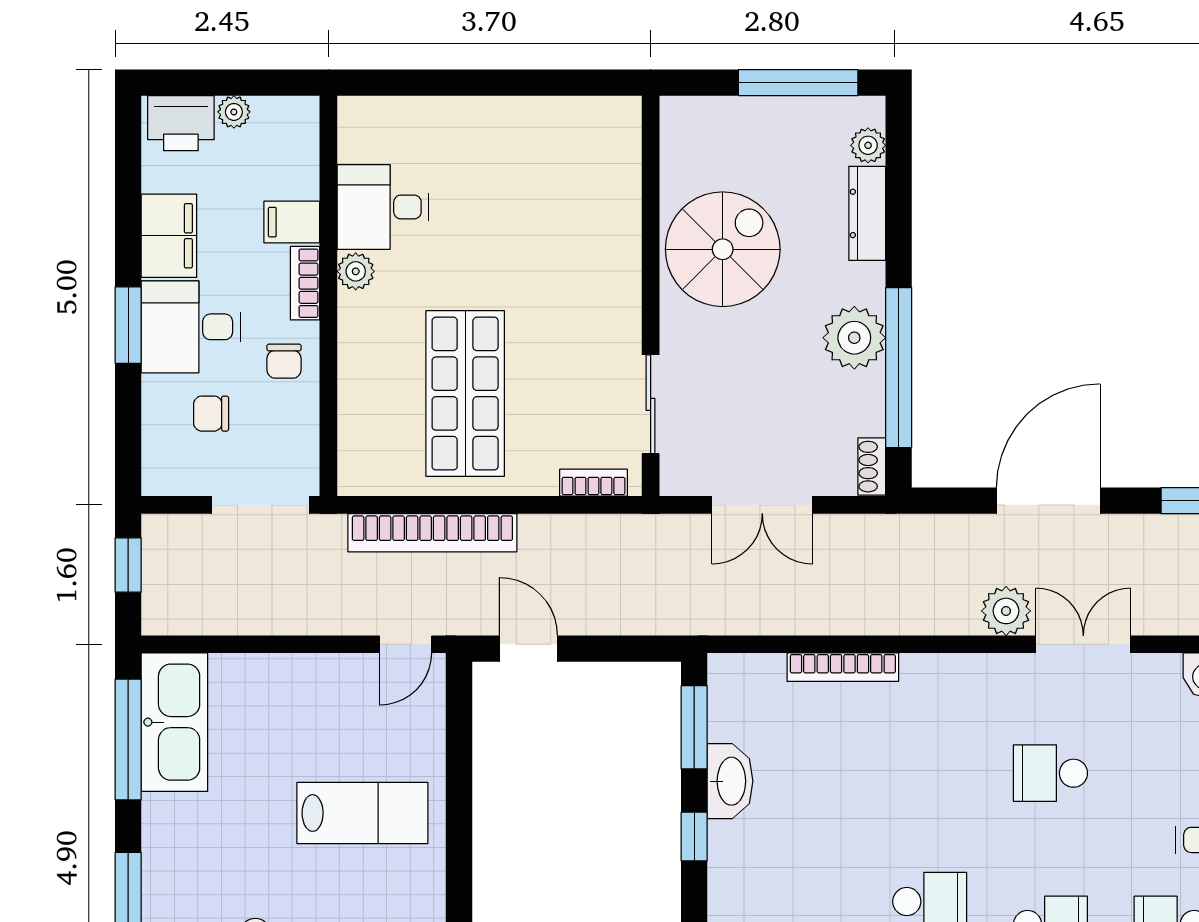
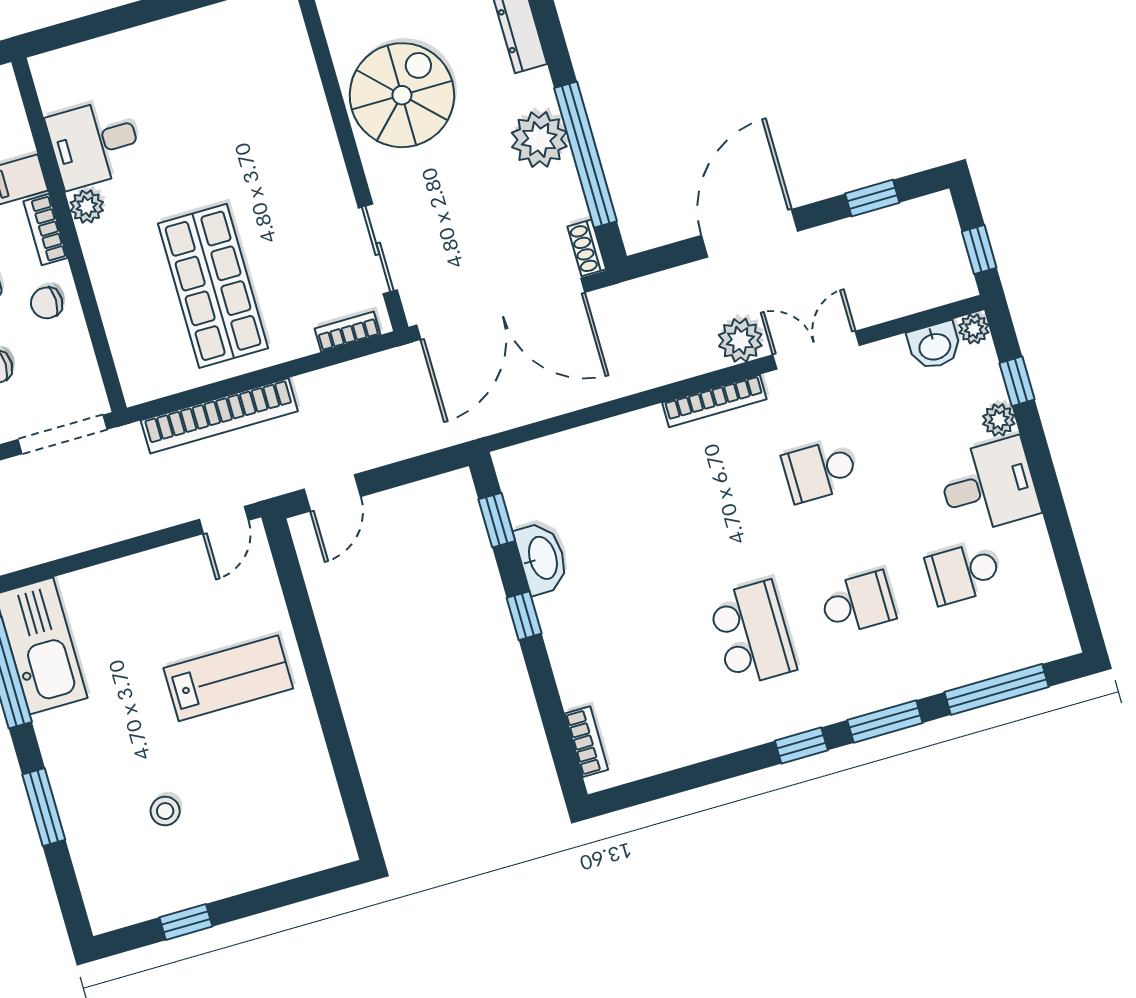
chair: (284, 361) -> (47, 303), turned 90
double door: (762, 505) -> (501, 309), width x1.87
door: (528, 649) -> (332, 493), swing flipped
bookcase: (843, 667) -> (714, 401), moved
window: (694, 727) -> (497, 520), width x0.67

